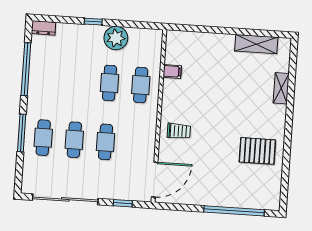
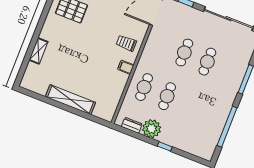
dresser: (44, 28) -> (132, 125), moved
shelving: (256, 44) -> (70, 100), moved, width x1.47
filing cabinet: (172, 71) -> (126, 67), moved
cafe table: (43, 138) -> (230, 71), removed

